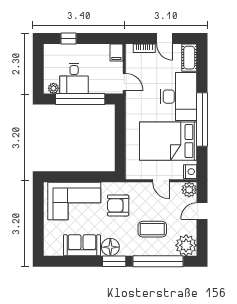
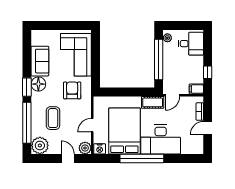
window: (68, 39) -> (208, 72), moved
cot: (189, 58) -> (153, 102), moved
desk: (74, 78) -> (191, 44), moved, turned 180

